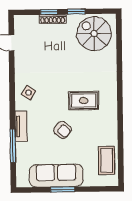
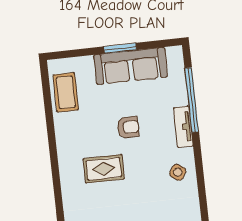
armchair: (63, 130) -> (128, 127), turned 141
window: (13, 146) -> (192, 100), width x1.46

